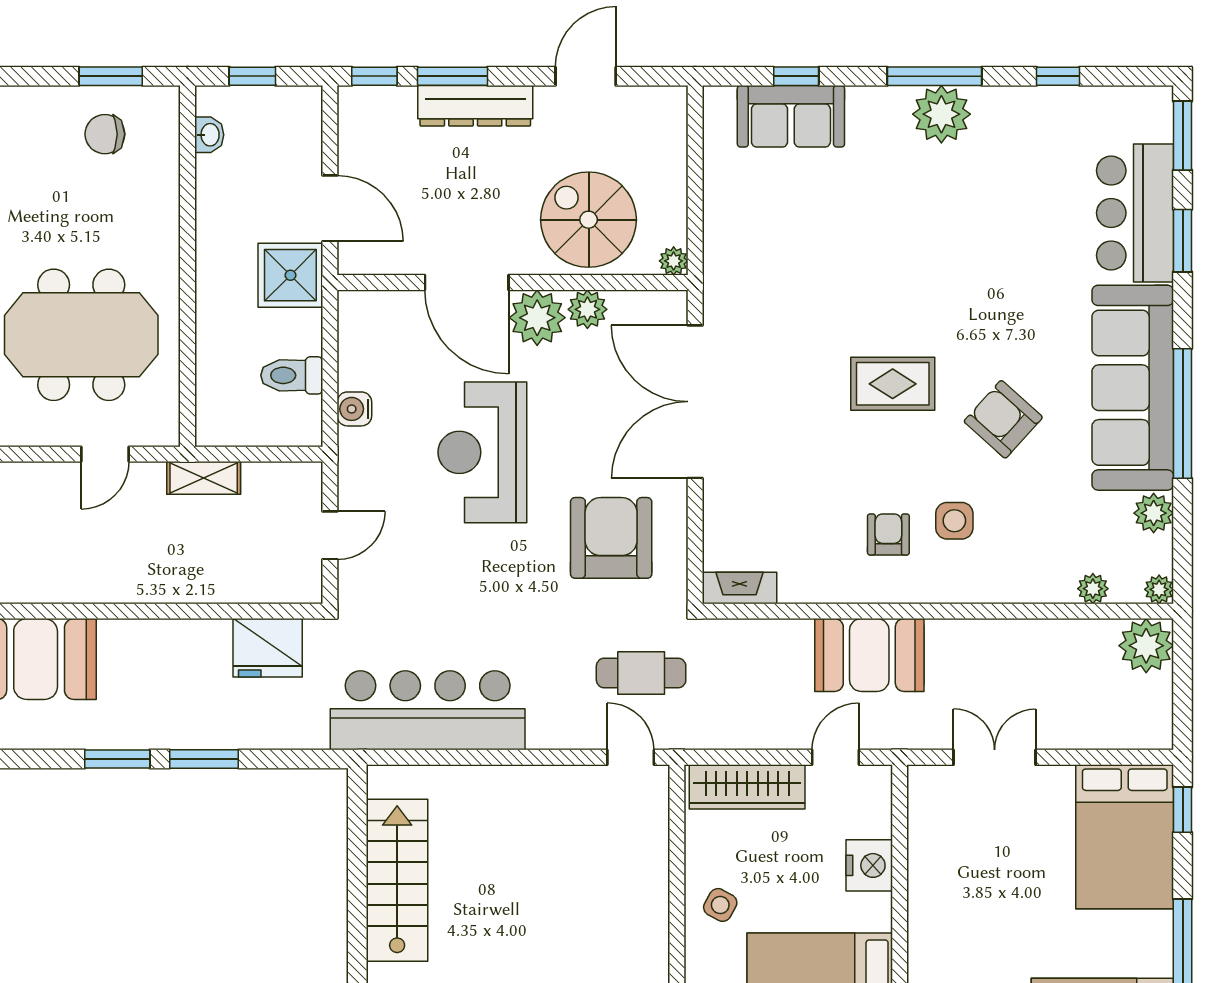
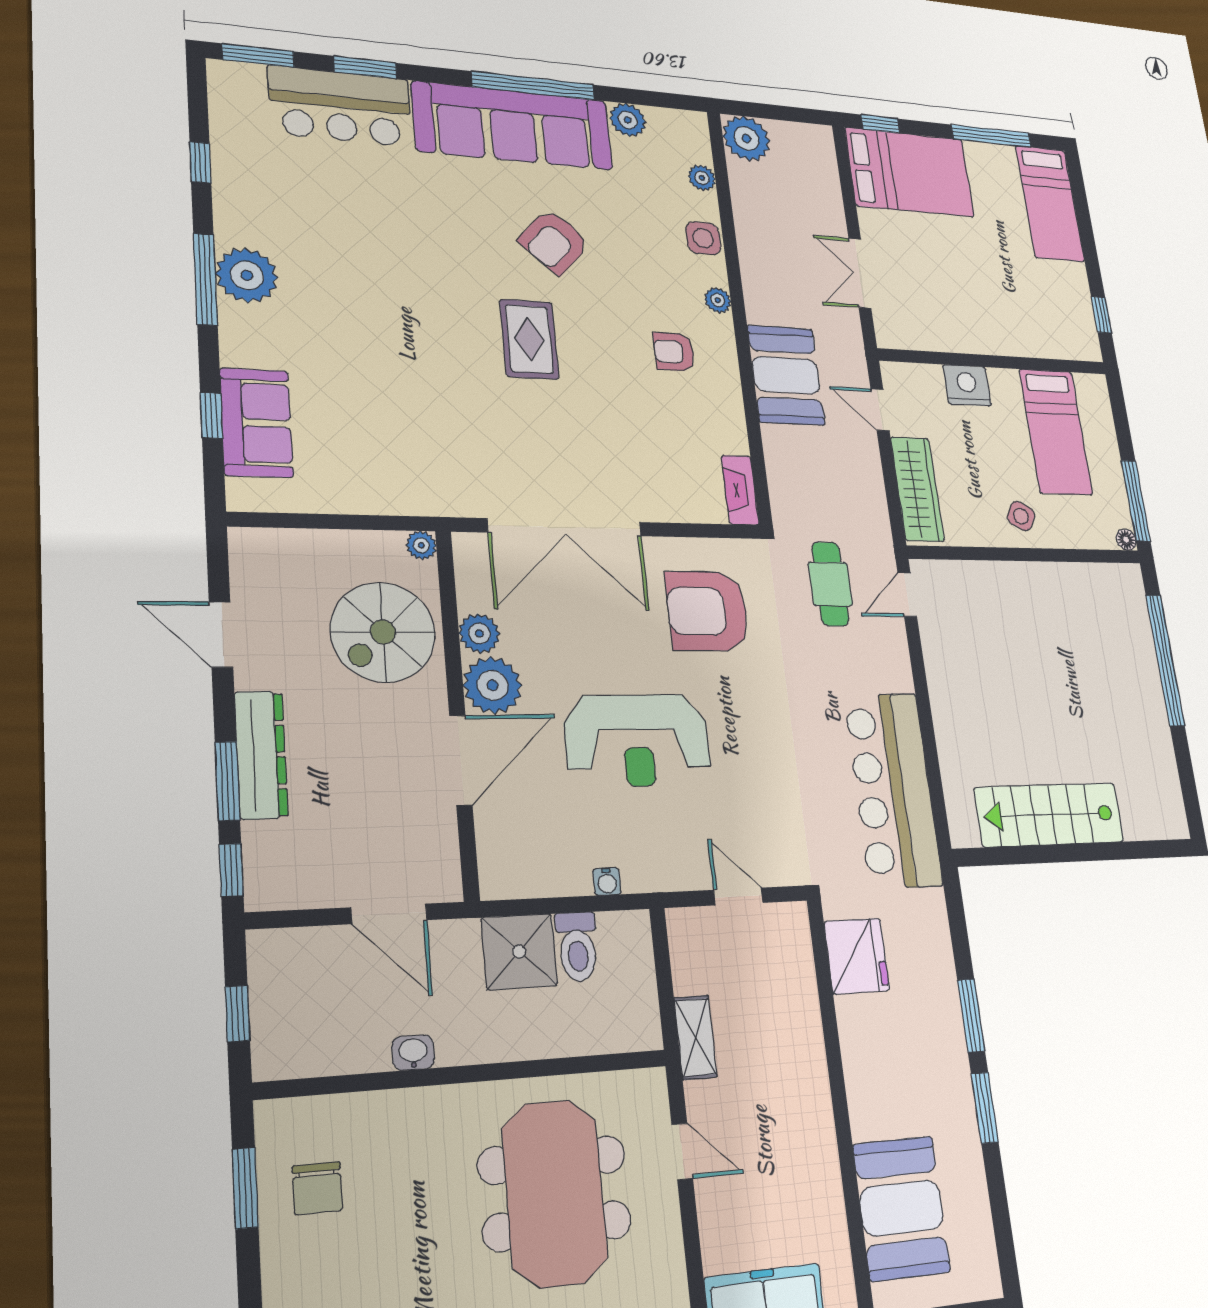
washbasin: (209, 135) -> (413, 1053), moved
door: (330, 208) -> (389, 914), swing flipped
shower: (290, 275) -> (519, 952), moved
water cooler: (354, 409) -> (607, 882), width x0.72, depth x0.72
side table: (954, 521) -> (703, 238), moved
plant: (1159, 589) -> (718, 300), moved

